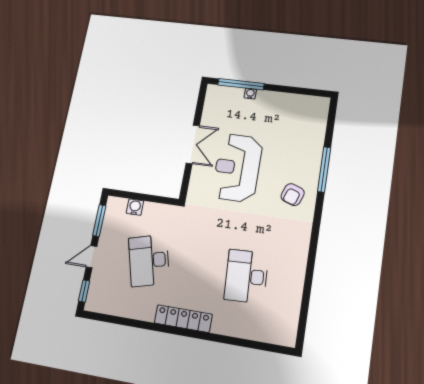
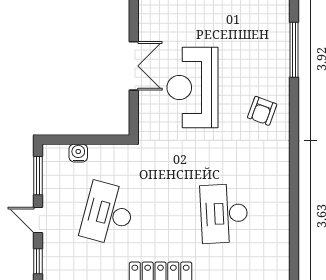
window: (324, 170) -> (294, 50), moved
door: (91, 257) -> (38, 220), hinge flipped
desk: (149, 260) -> (108, 213), turned 30

